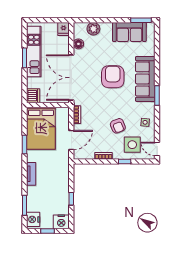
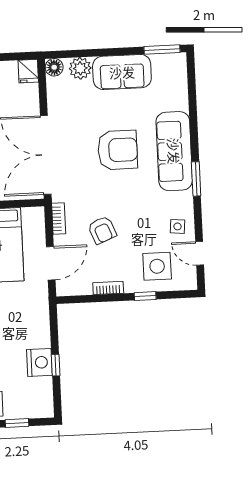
sofa: (129, 32) -> (122, 72), moved
floor lamp: (78, 44) -> (54, 67), moved
armchair: (113, 77) -> (118, 150), turned 90
armchair: (118, 126) -> (102, 230), moved
door: (157, 149) -> (200, 253), moved
nightstand: (61, 222) -> (39, 362), moved, turned -90

